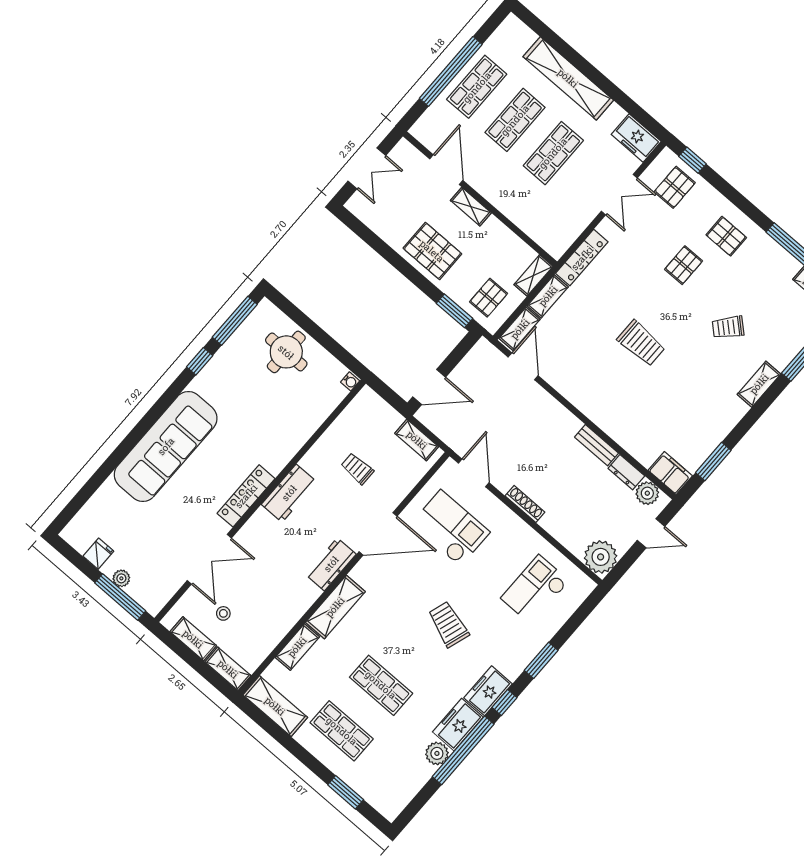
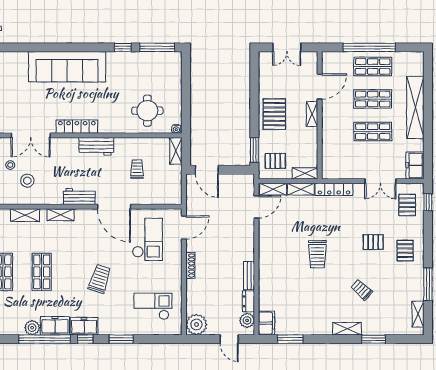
pallet: (675, 187) -> (407, 205), turned 90
round table: (286, 352) -> (147, 111), moved
shelving: (417, 440) -> (176, 151), moved
shelving: (335, 607) -> (61, 215), width x0.67, depth x0.75
stool: (259, 609) -> (27, 181), added

